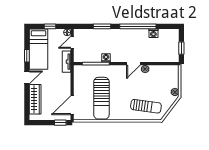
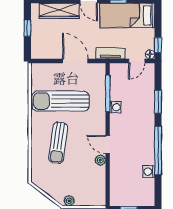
window: (50, 26) -> (158, 45), moved
door: (72, 42) -> (137, 61), swing flipped
door: (72, 105) -> (75, 61), moved
sun lounger: (146, 106) -> (58, 143), moved
window: (60, 123) -> (27, 28), moved

